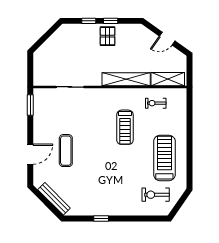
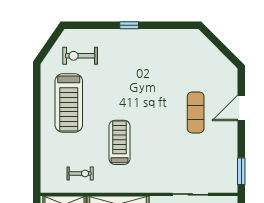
exercise bike: (156, 195) -> (80, 56), turned 180
bench: (54, 199) -> (211, 51), removed
window: (101, 218) -> (129, 25), moved

